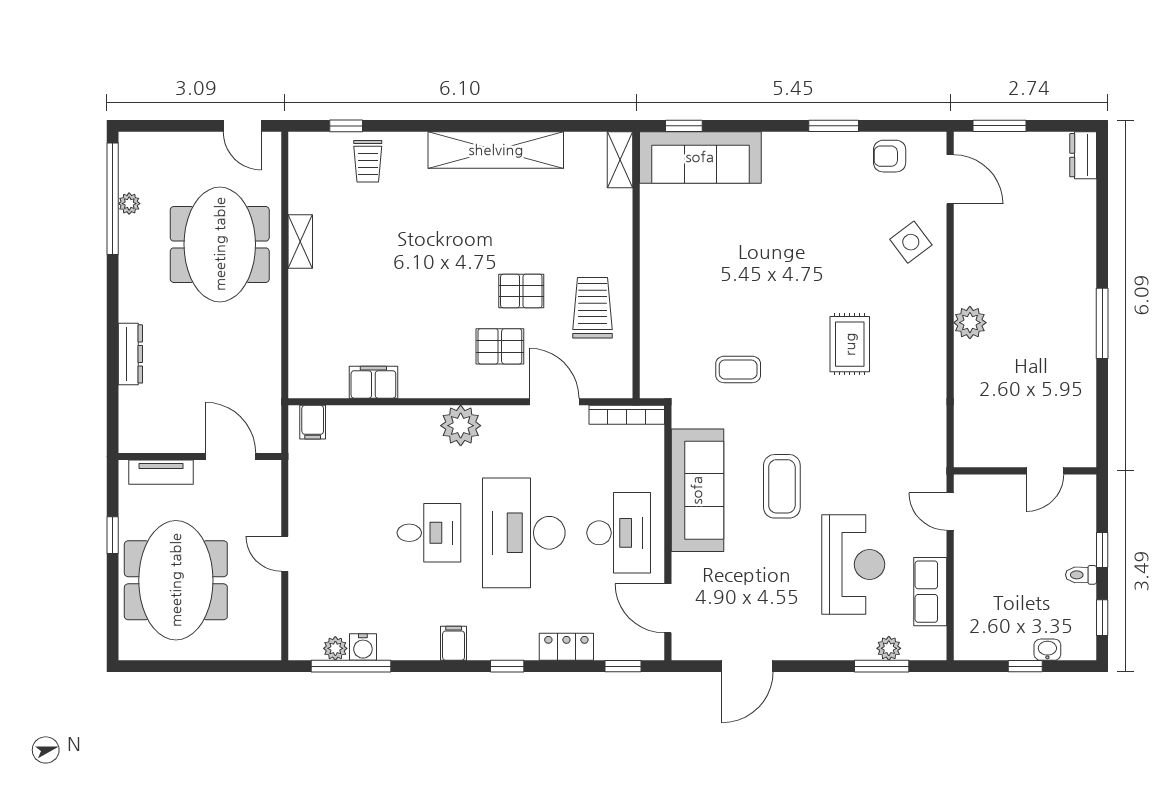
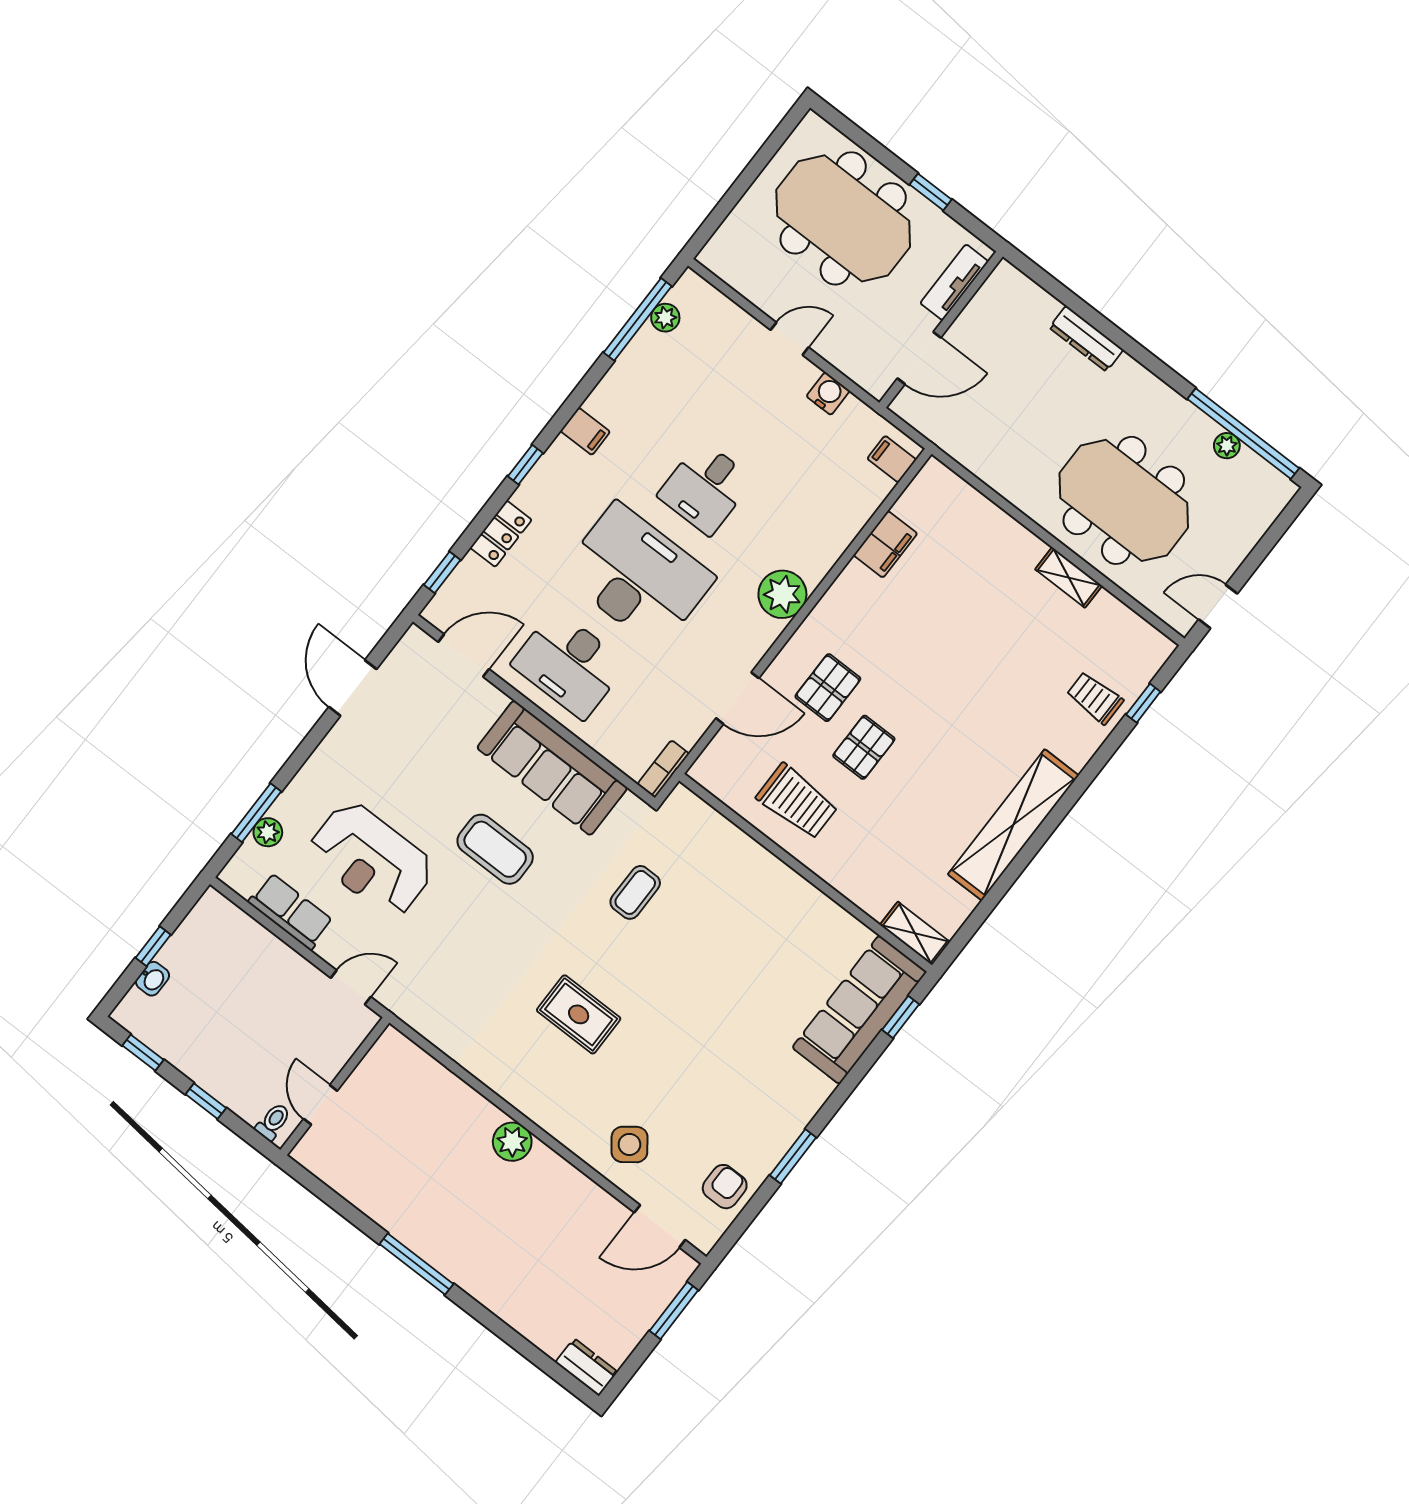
bookcase: (627, 415) -> (663, 769), width x0.64
toilet: (1081, 575) -> (273, 1122), moved
water cooler: (363, 647) -> (828, 394), moved, turned 90

